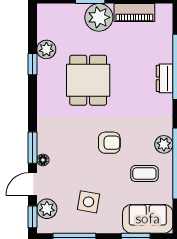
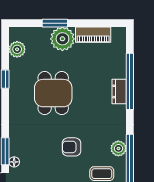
plant: (46, 49) -> (17, 49), moved
armchair: (109, 143) -> (71, 147), turned 180

